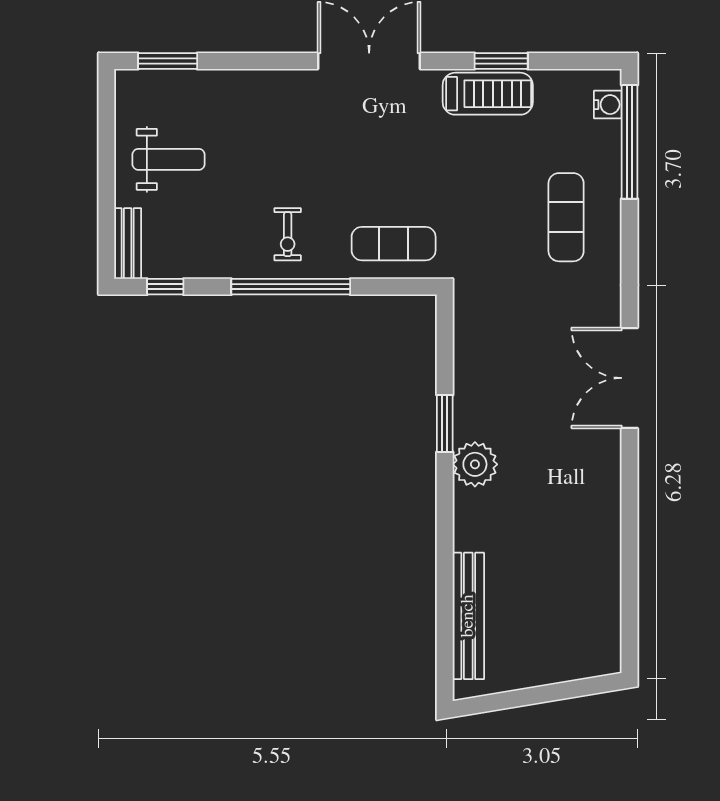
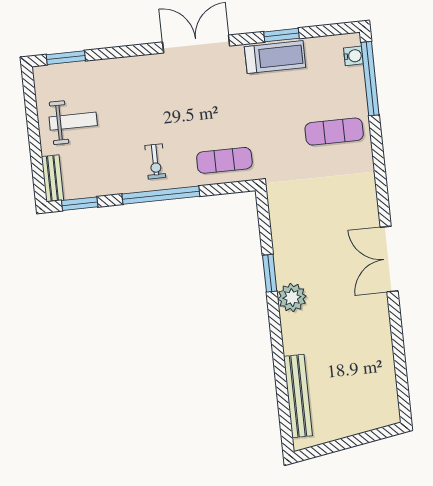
exercise mat: (566, 217) -> (334, 132), turned 90
window: (165, 287) -> (80, 204), width x1.50
double door: (630, 378) -> (389, 259), moved

